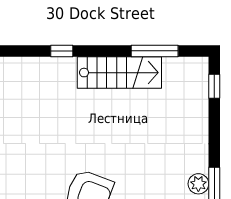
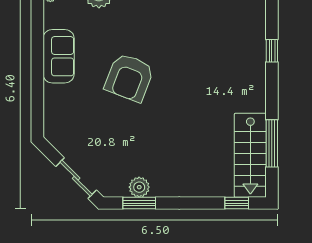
stairs: (119, 73) -> (250, 155), moved

